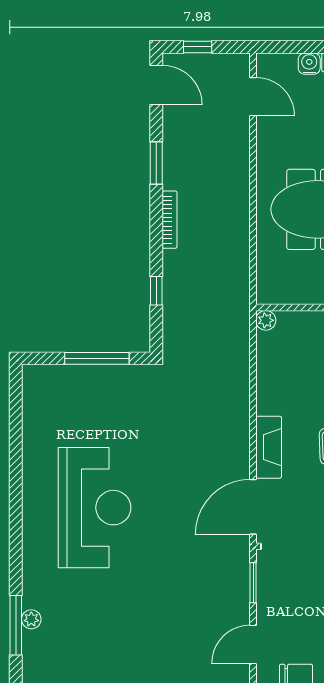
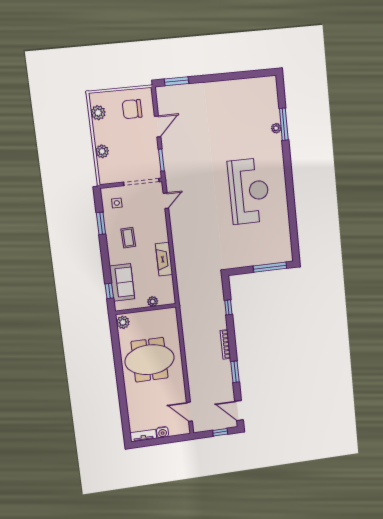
plant: (266, 320) -> (153, 302), moved
window: (97, 358) -> (270, 267), moved
fireplace: (269, 447) -> (164, 259), moved
door: (253, 507) -> (166, 201), width x0.53
reception desk: (95, 508) -> (249, 191), turned 180

